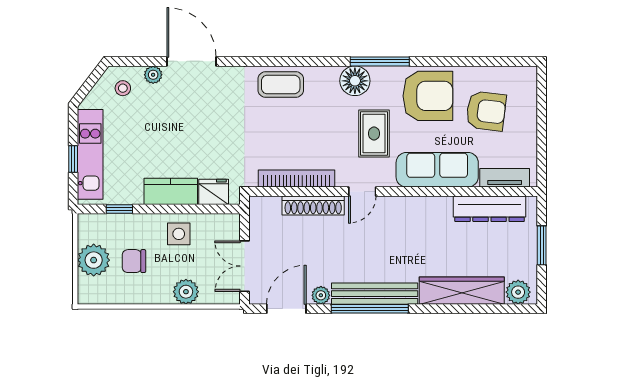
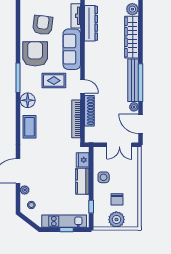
floor lamp: (355, 81) -> (28, 100), moved
plant: (186, 292) -> (132, 174), removed

